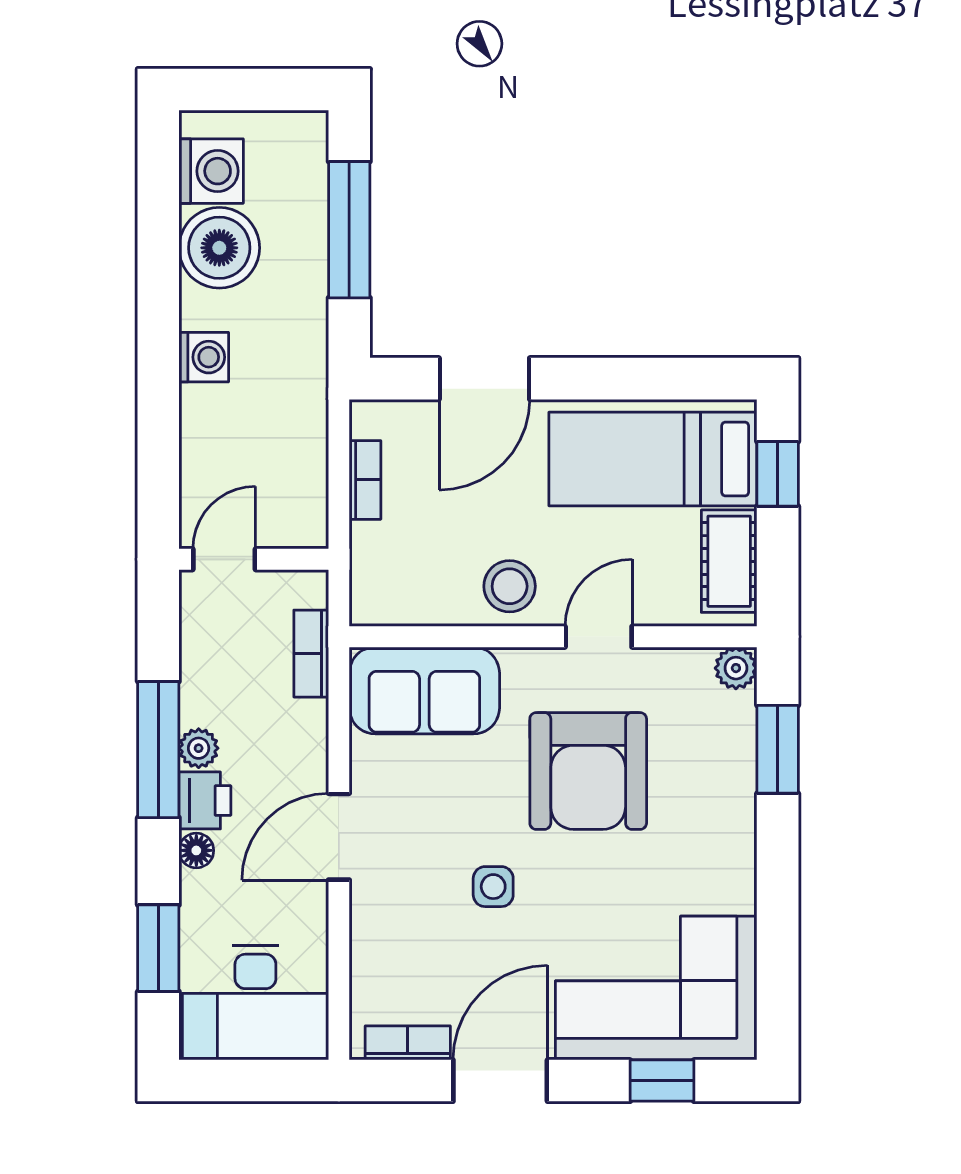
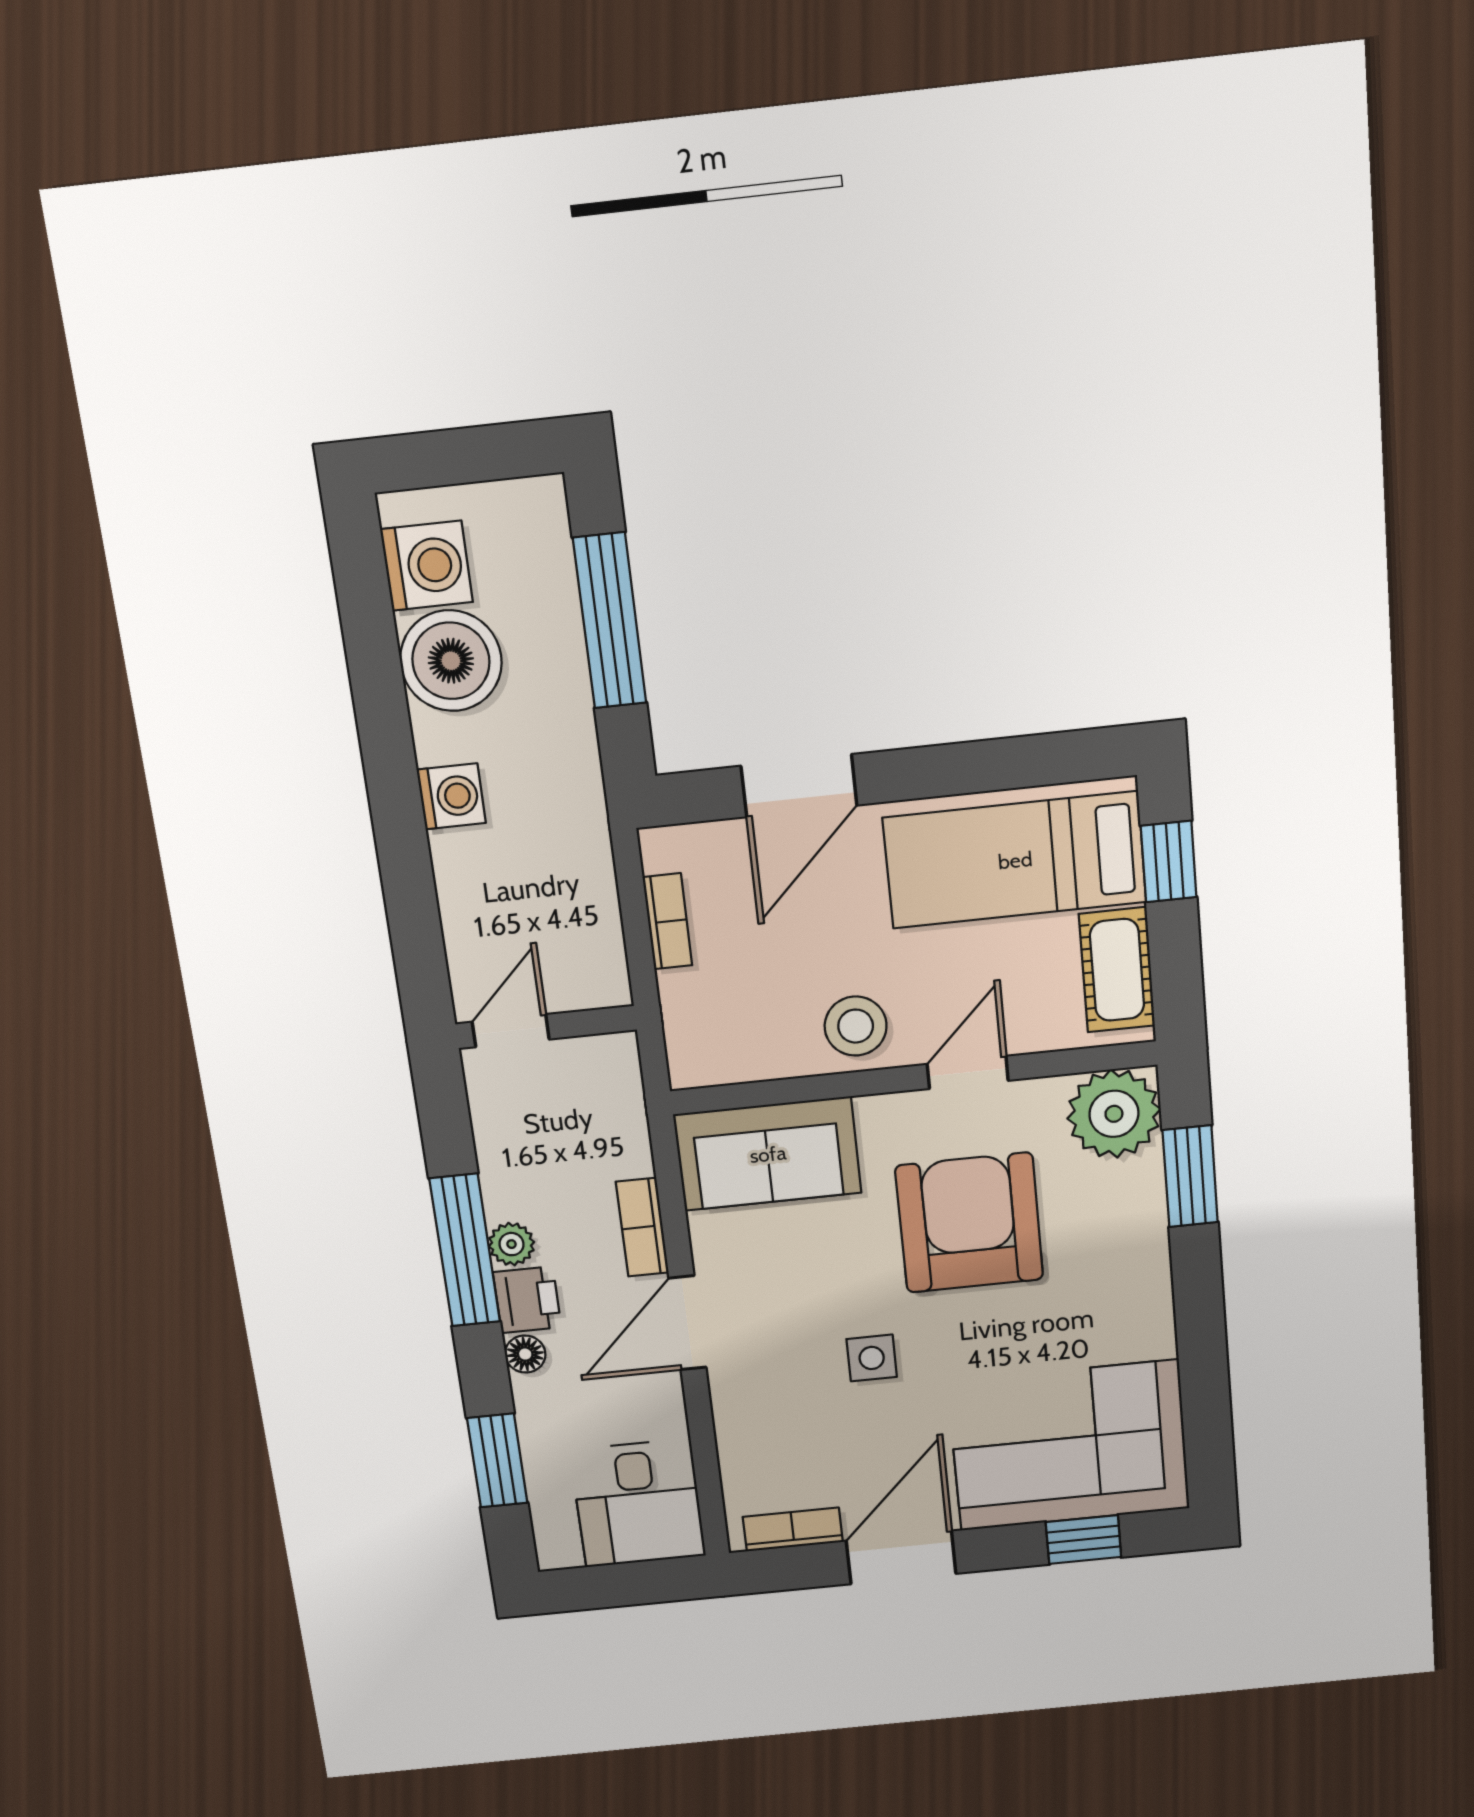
bookcase: (311, 654) -> (642, 1227), moved
plant: (736, 668) -> (1114, 1114), width x1.88, depth x1.88
armchair: (588, 771) -> (969, 1223), turned 180
desk: (255, 1002) -> (638, 1503), width x0.73

